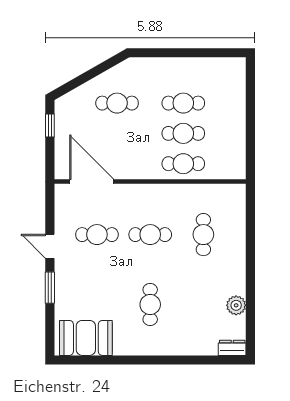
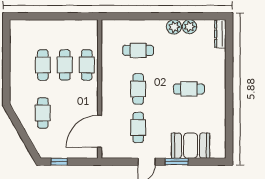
plant: (236, 284) -> (174, 27), added
booth: (86, 338) -> (191, 146), moved, turned 90
dresser: (232, 348) -> (220, 34), width x1.44

